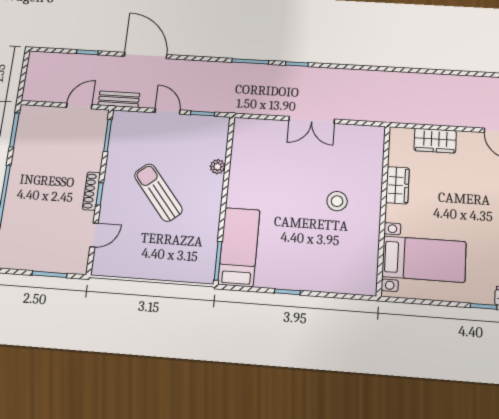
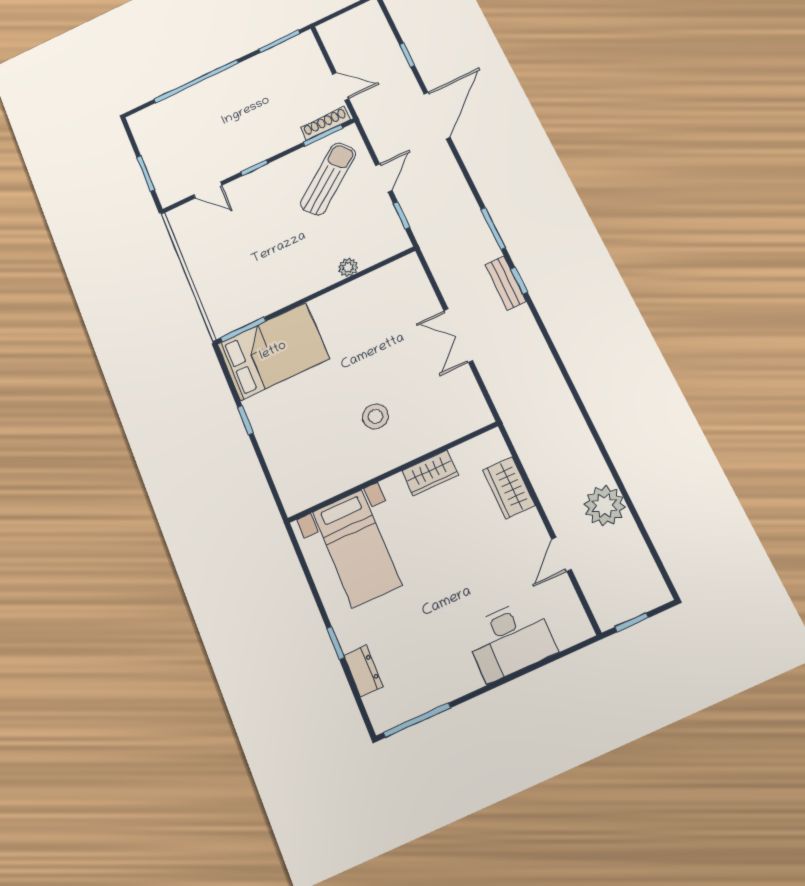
plant: (479, 90) -> (604, 506), added
bench: (119, 99) -> (506, 283), moved
shoe rack: (91, 191) -> (325, 123), moved
sun lounger: (158, 193) -> (328, 179), moved
bed: (239, 247) -> (273, 351), width x1.50

